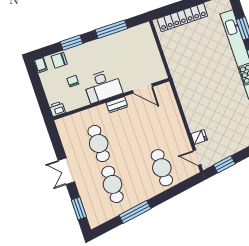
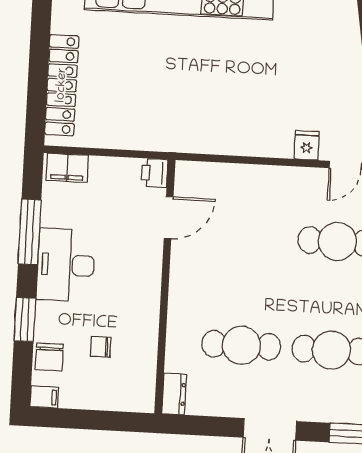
filing cabinet: (147, 35) -> (67, 168), added
desk: (103, 86) -> (66, 265), moved, turned 180
dresser: (117, 105) -> (174, 394), moved
printer: (57, 109) -> (155, 173), moved

